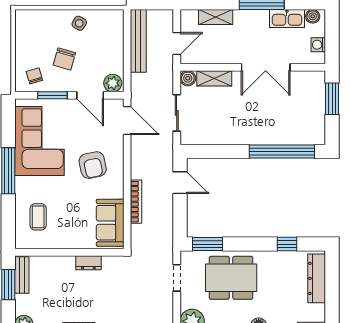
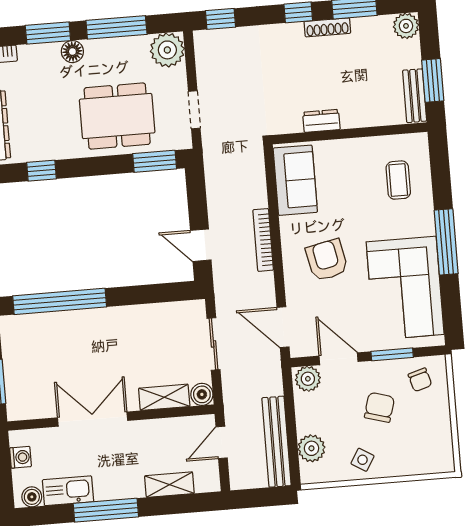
plant: (114, 34) -> (311, 448), added
bookcase: (136, 202) -> (263, 240), moved

